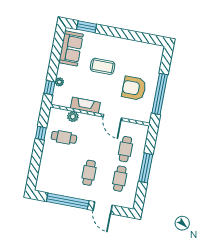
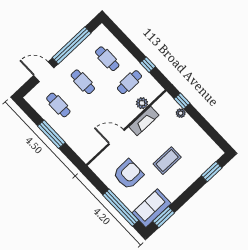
window: (147, 38) -> (164, 217), added
sofa: (71, 48) -> (152, 208), moved, turned 90
window: (160, 94) -> (121, 208), moved
cafe table: (125, 149) -> (107, 59), moved

